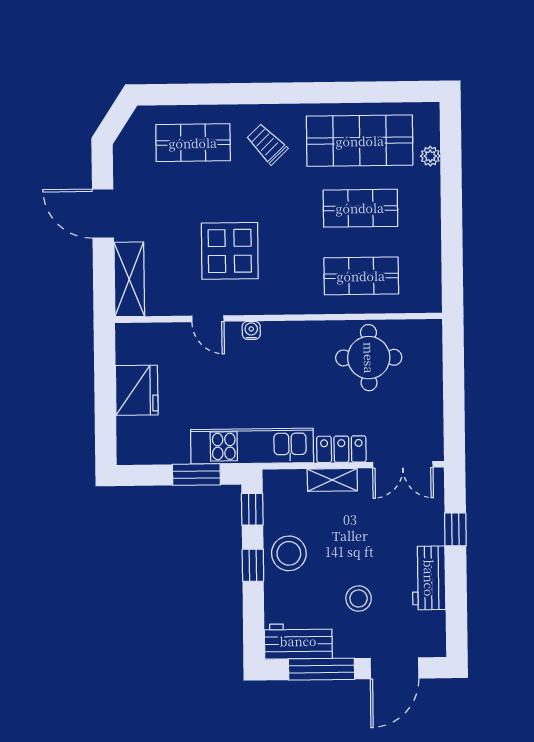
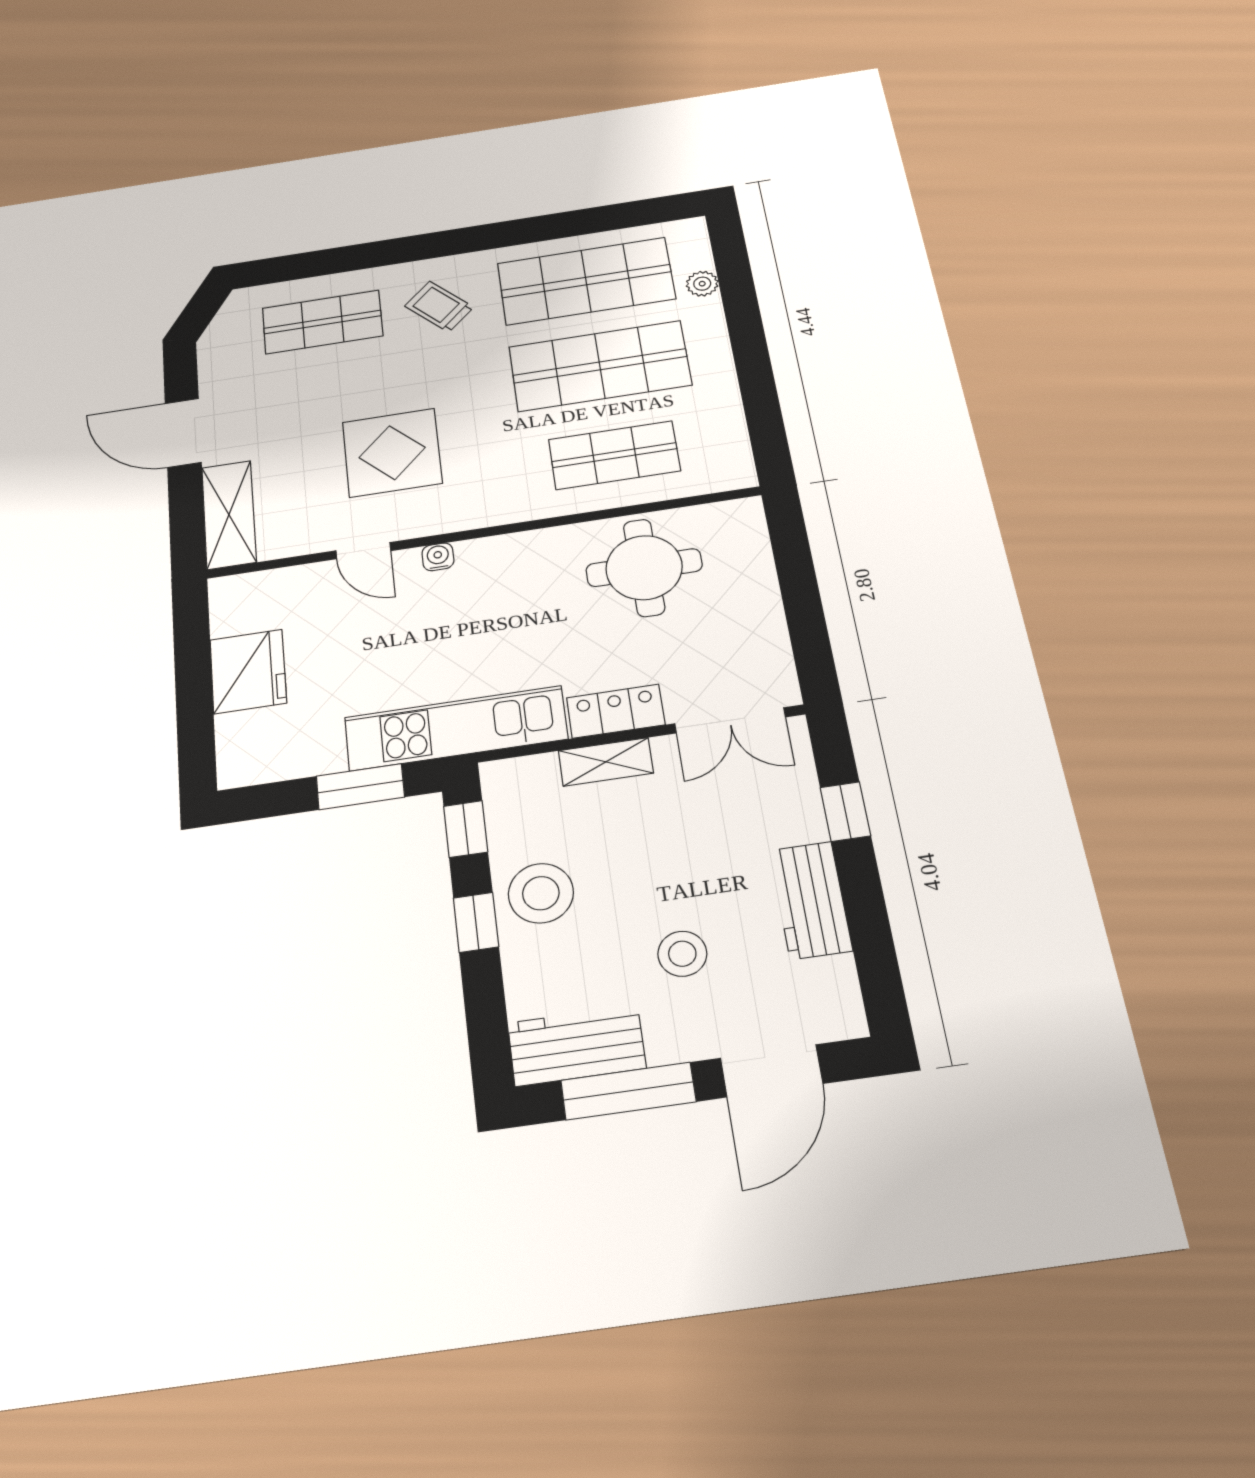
shop shelf: (360, 208) -> (600, 366), width x1.43, depth x1.36

